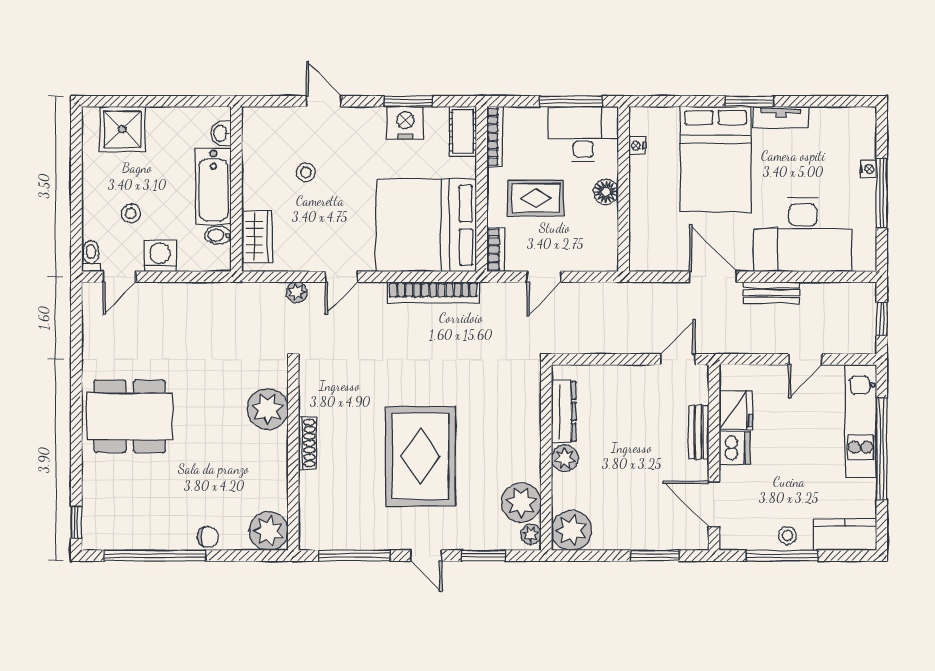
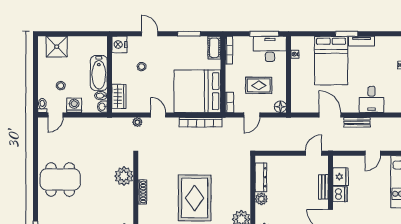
nightstand: (405, 123) -> (119, 44), moved, turned -90
washbasin: (221, 133) -> (102, 107), moved
floor lamp: (606, 192) -> (280, 107), moved
rug: (536, 198) -> (259, 85), moved
desk: (803, 235) -> (372, 99), width x0.53, depth x0.77
door: (342, 277) -> (158, 115), swing flipped

